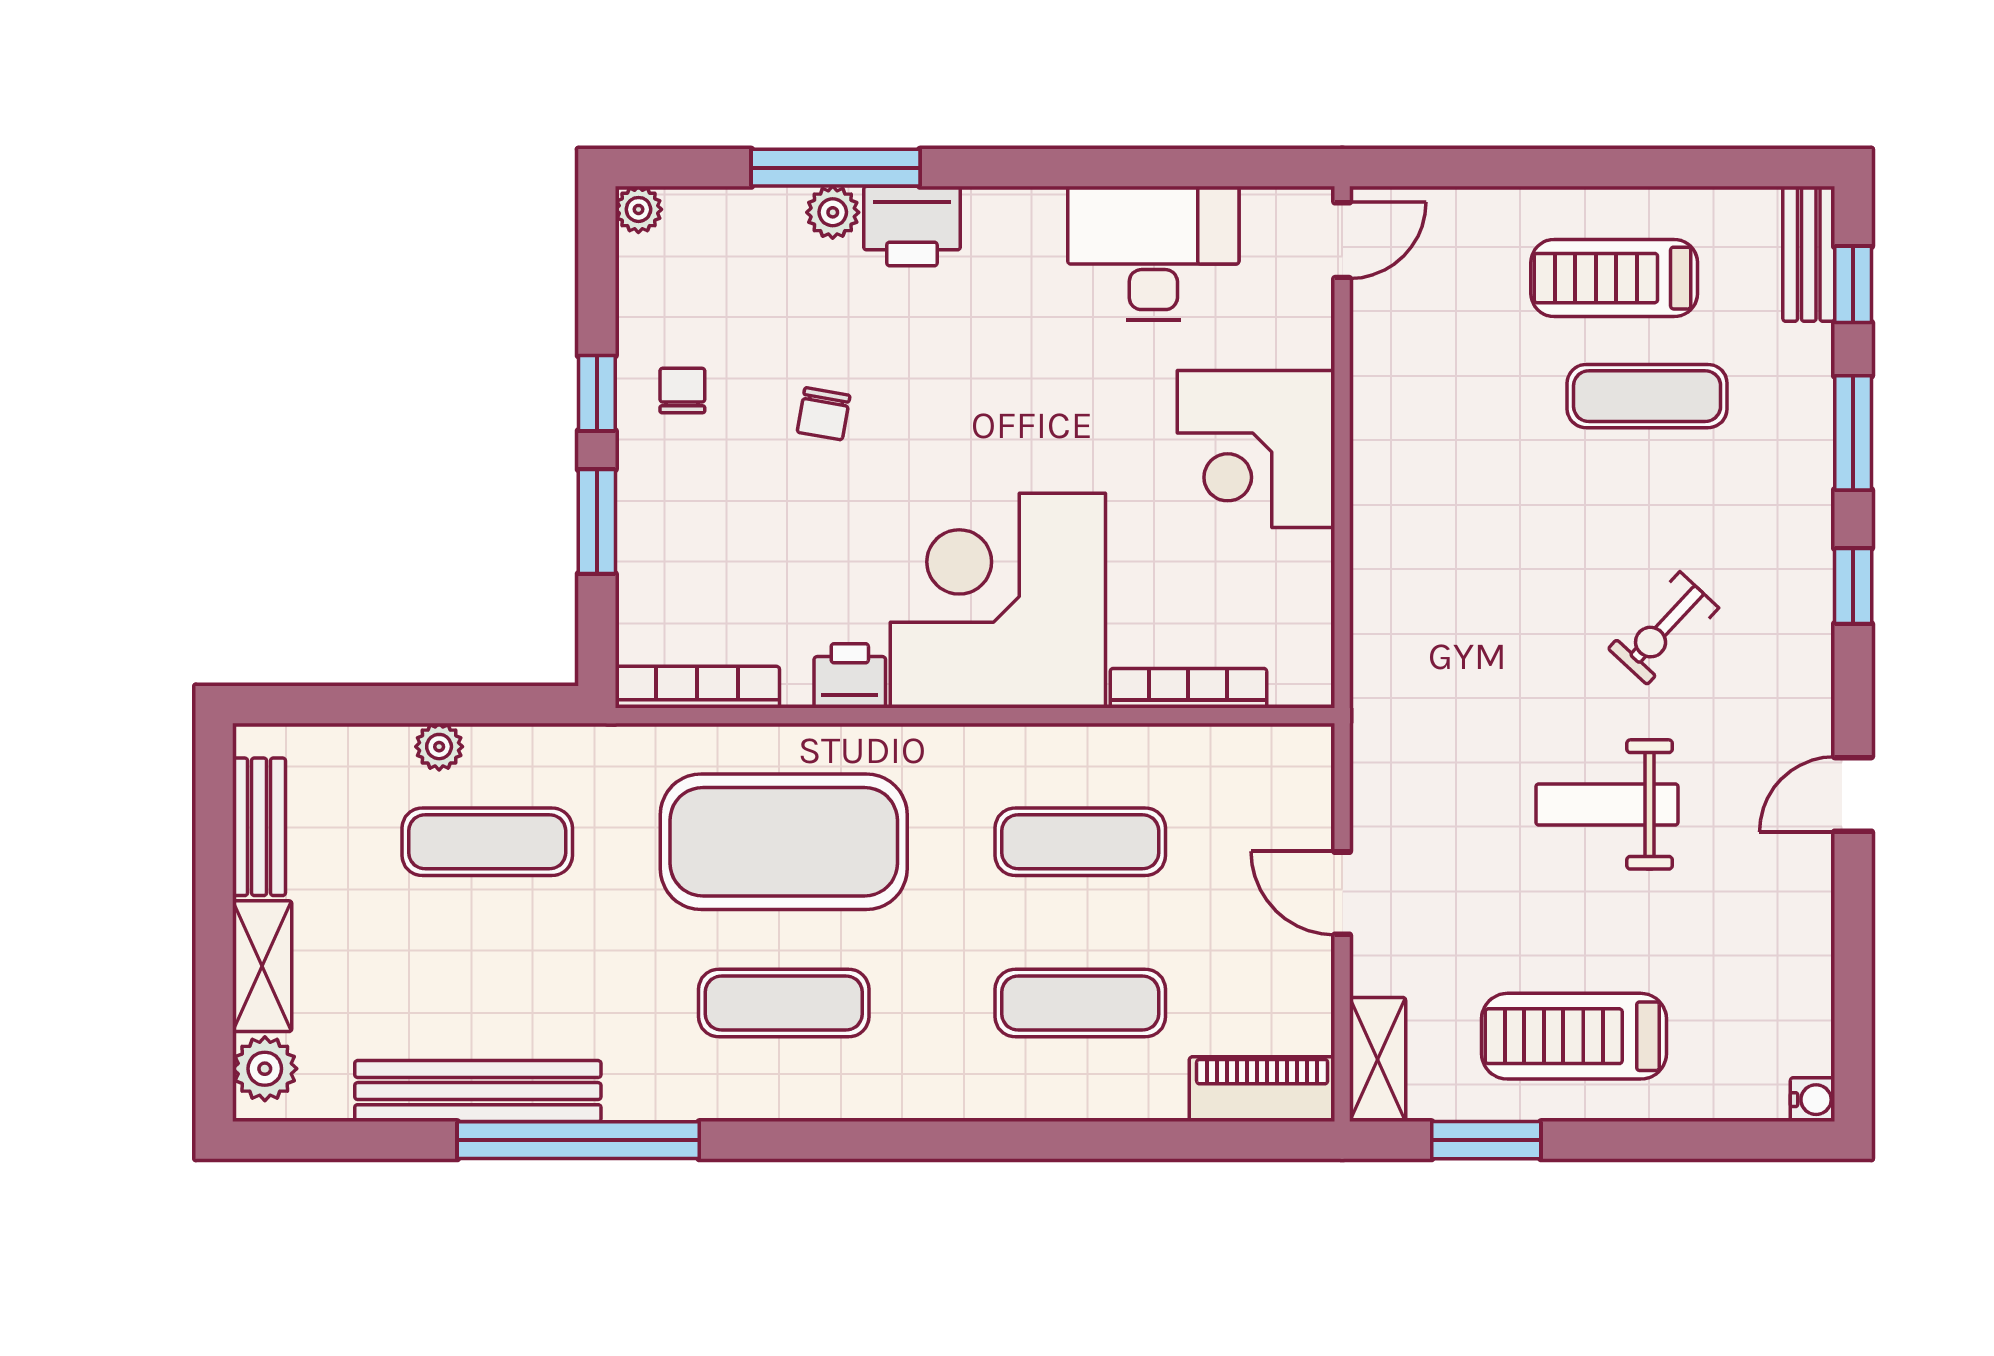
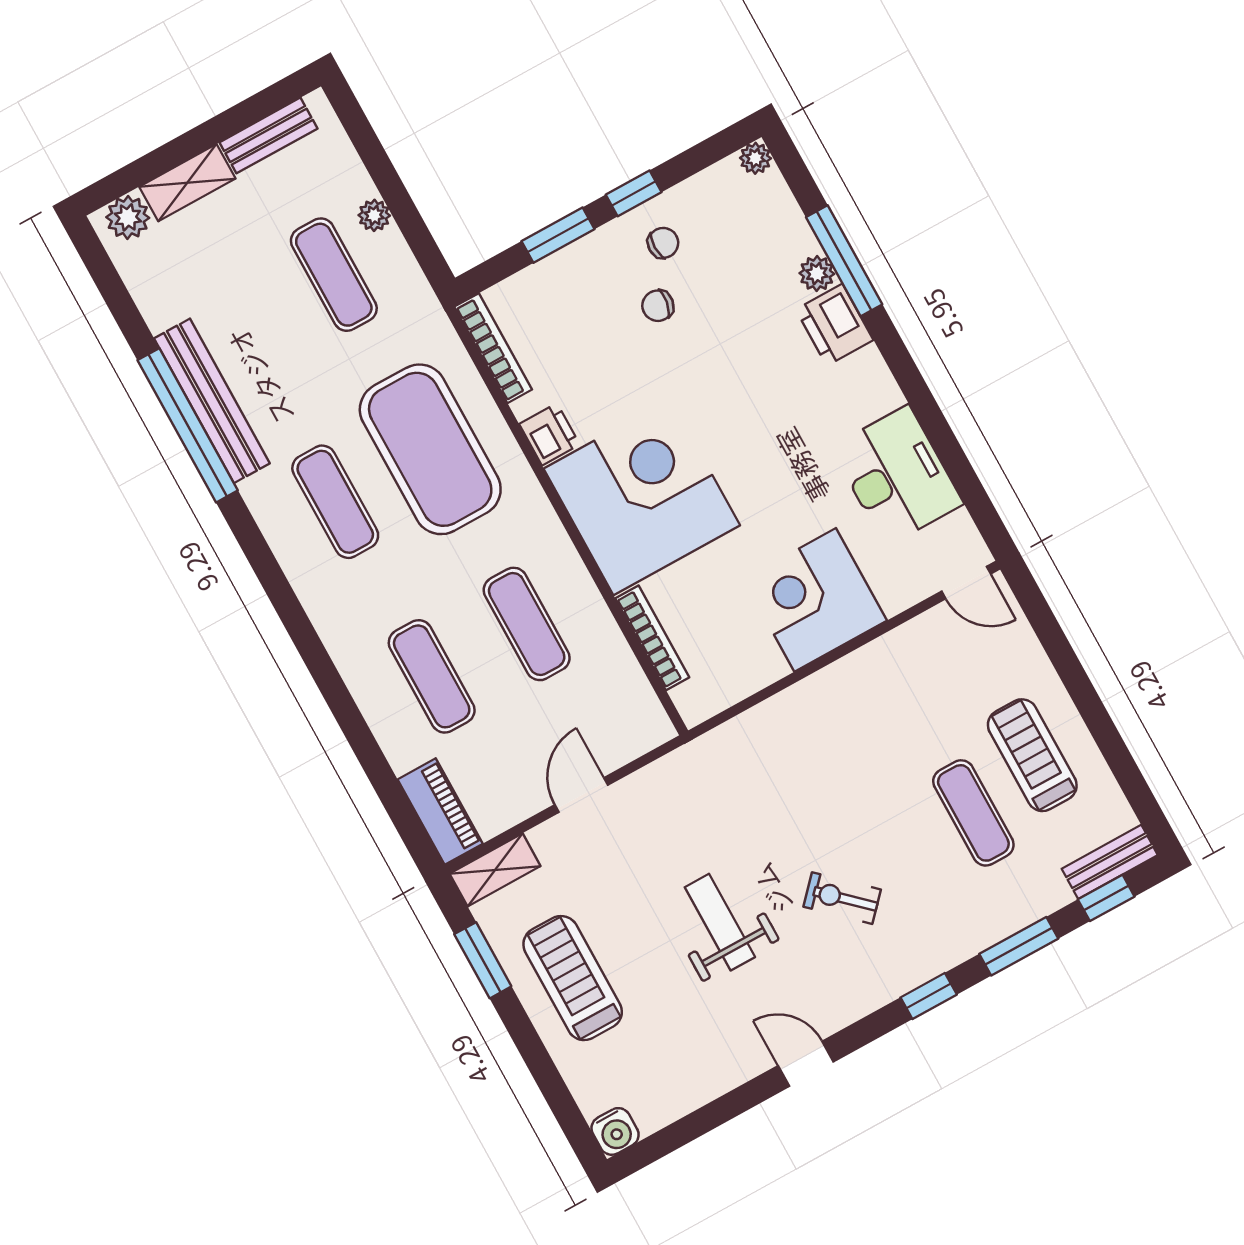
chair: (824, 414) -> (658, 306), moved
bench: (478, 1091) -> (212, 401), moved
water cooler: (1813, 1100) -> (615, 1131), width x1.38, depth x1.38

